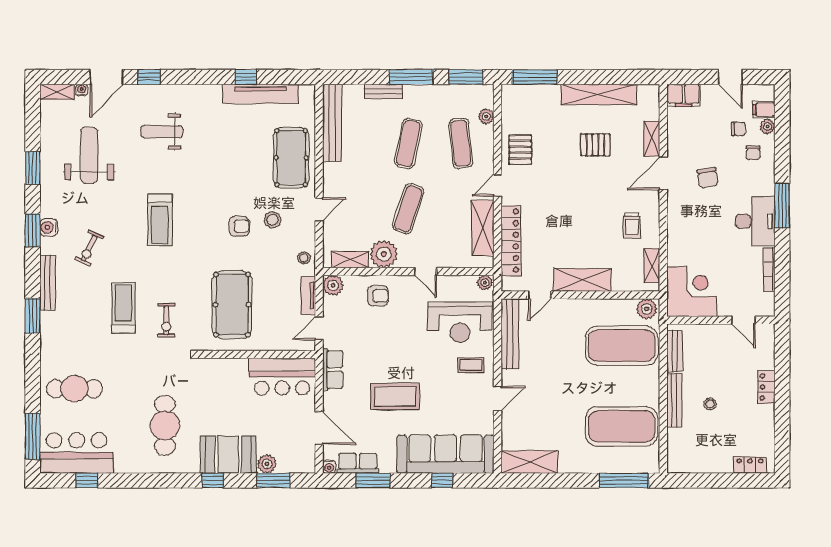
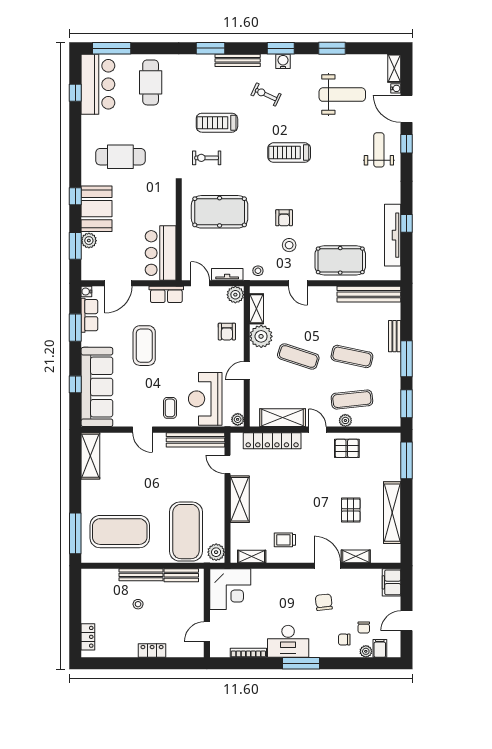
plant: (486, 116) -> (345, 420), moved
weight bench: (162, 132) -> (379, 150), moved
chair: (708, 178) -> (324, 602), turned 93
treadmill: (123, 308) -> (217, 123), turned 180
exercise mat: (622, 426) -> (120, 532), turned 90

